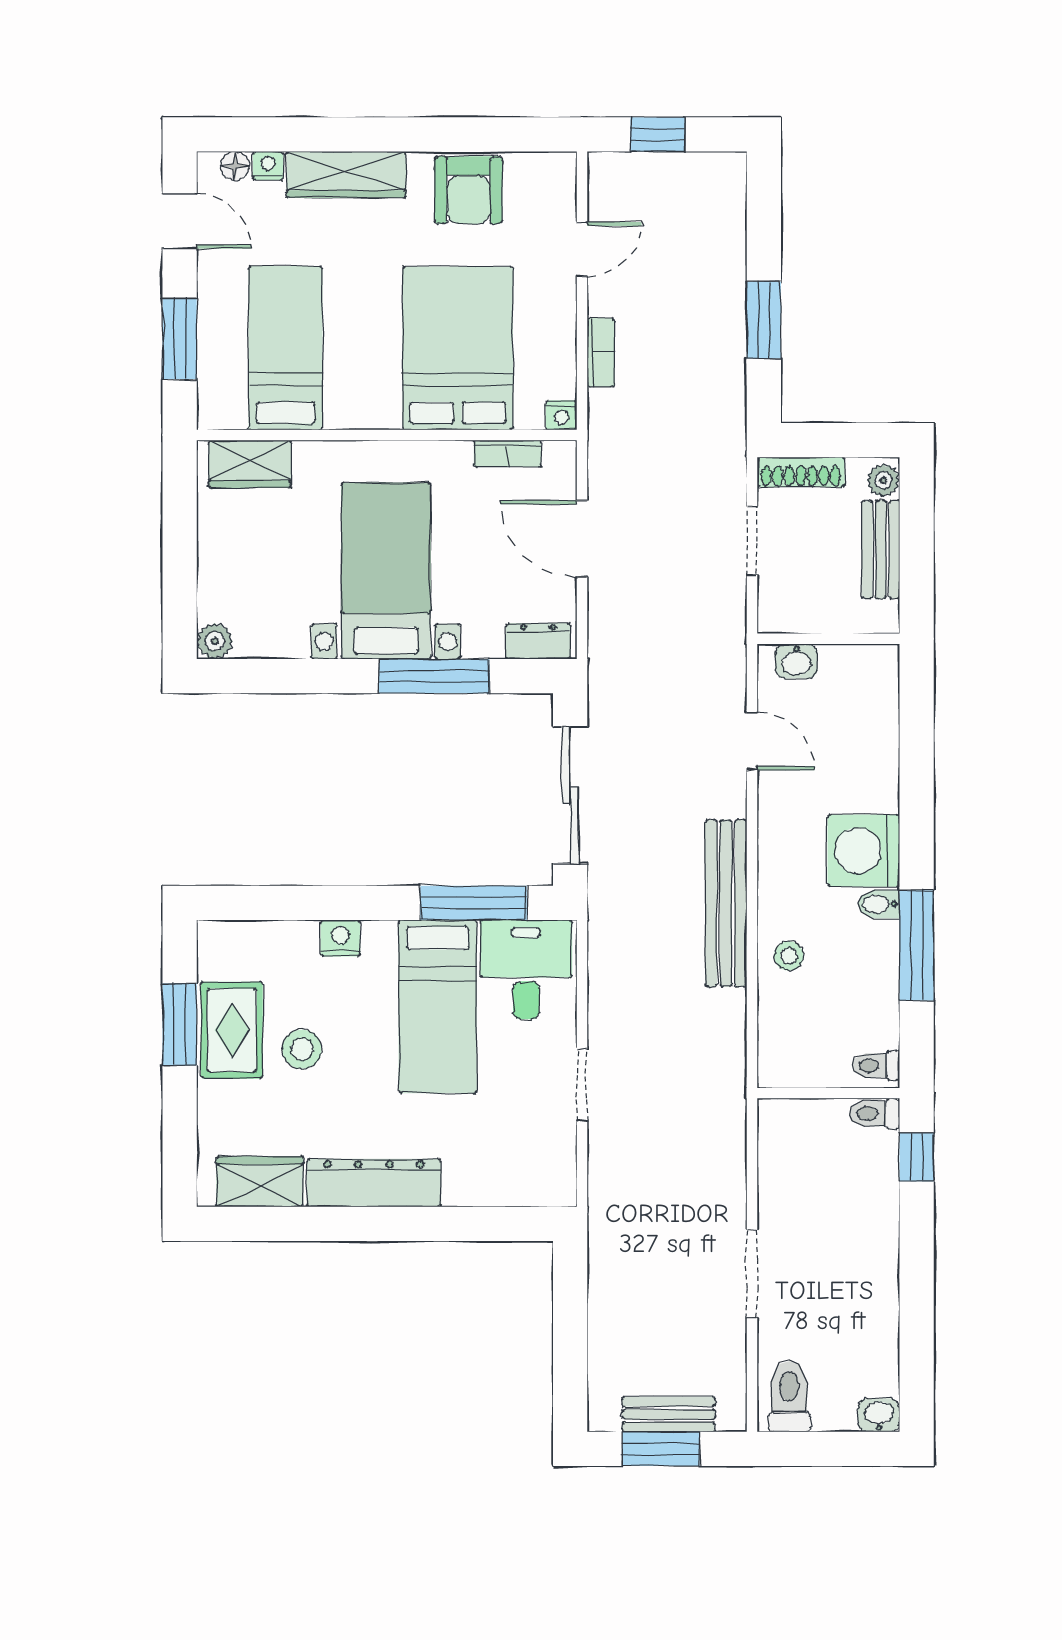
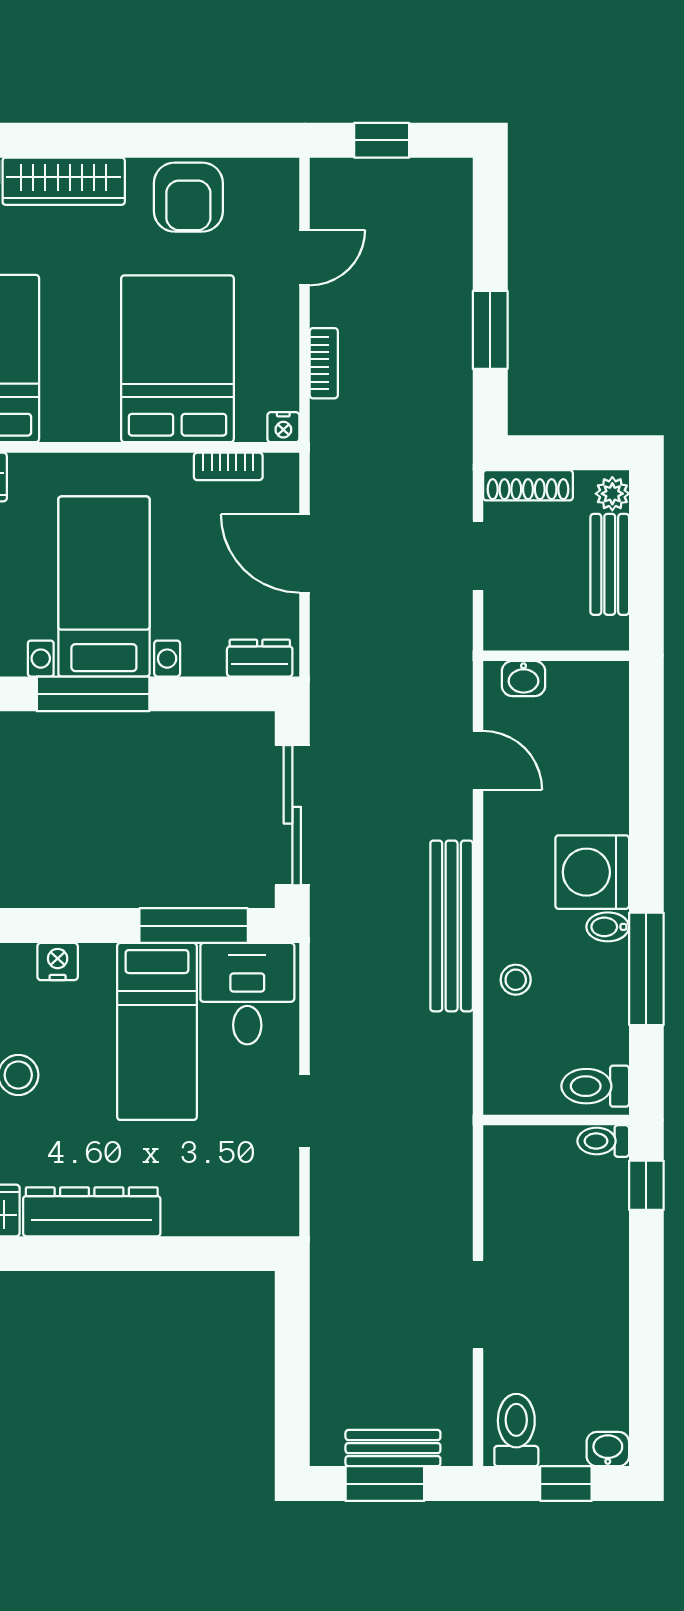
window: (434, 676) -> (93, 694), moved
toilet: (876, 1065) -> (595, 1086), width x1.37, depth x1.39
window: (838, 1449) -> (566, 1484), added

